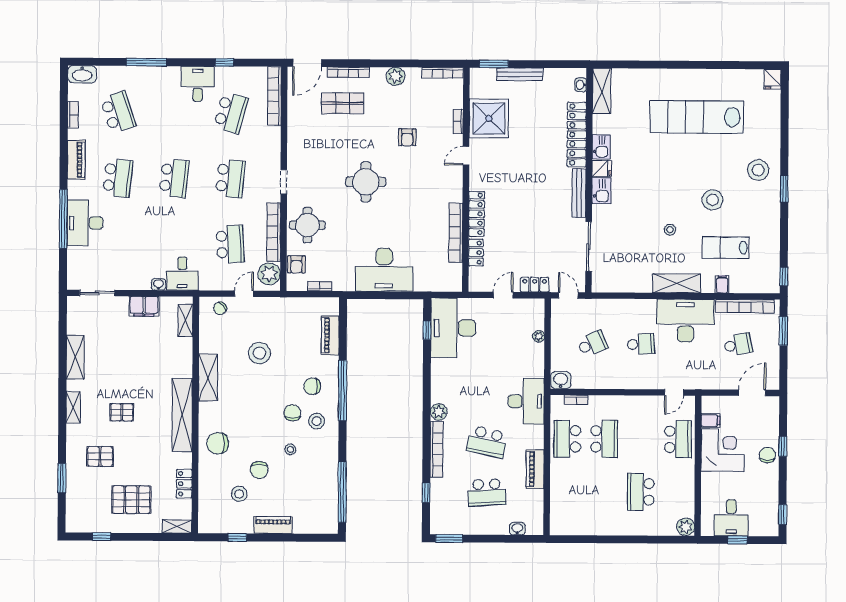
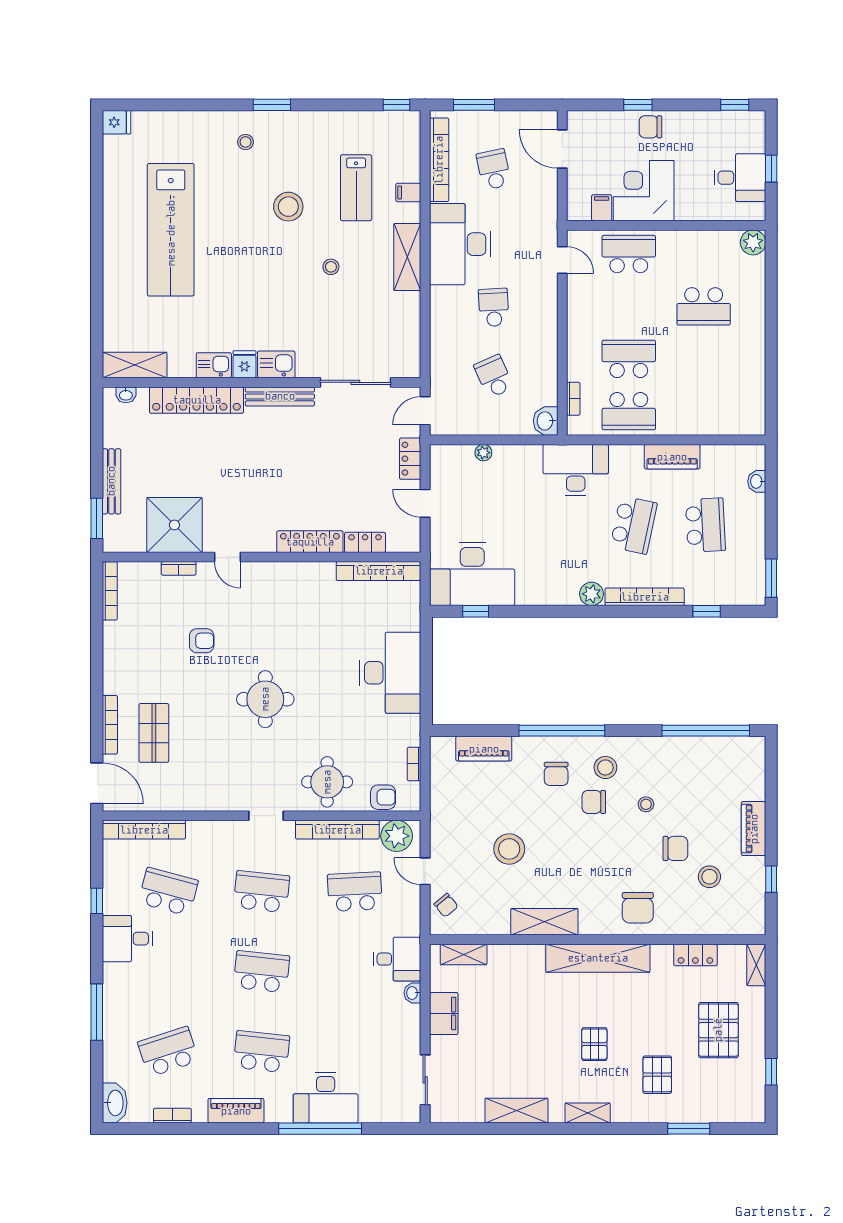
plant: (396, 76) -> (115, 658), removed
stool: (758, 170) -> (246, 142), width x0.53, depth x0.53
bookcase: (456, 233) -> (379, 571), moved

